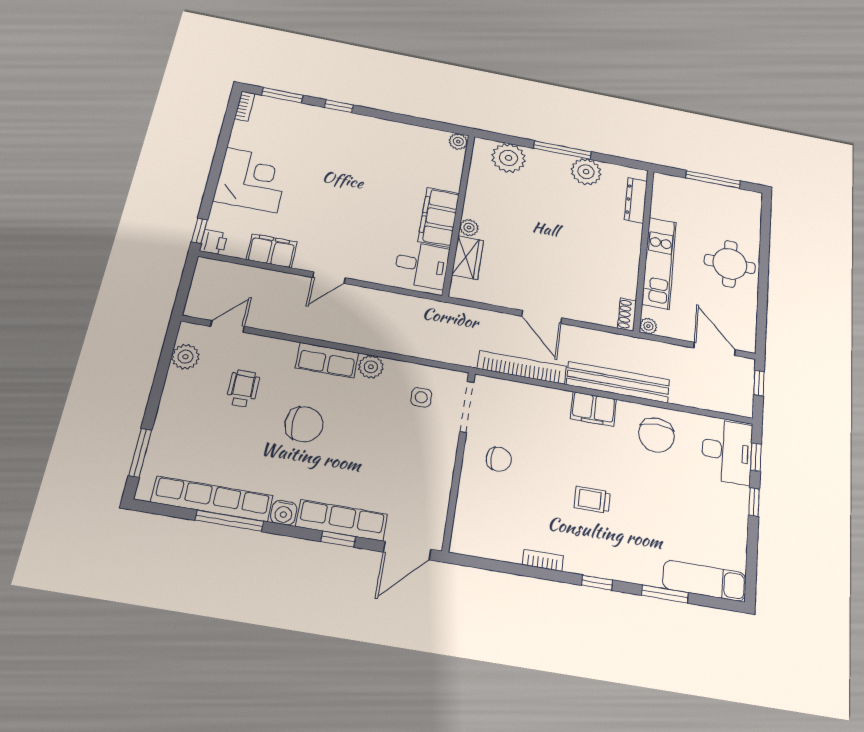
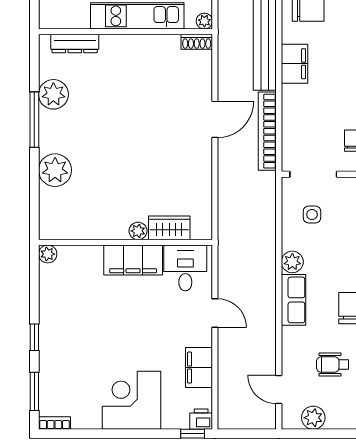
plant: (458, 142) -> (48, 254), moved
wall: (459, 214) -> (125, 242), moved
filing cabinet: (439, 217) -> (133, 260), moved
plant: (469, 228) -> (138, 231), moved
wardrobe: (468, 258) -> (169, 228), moved
desk: (422, 265) -> (185, 268), moved

